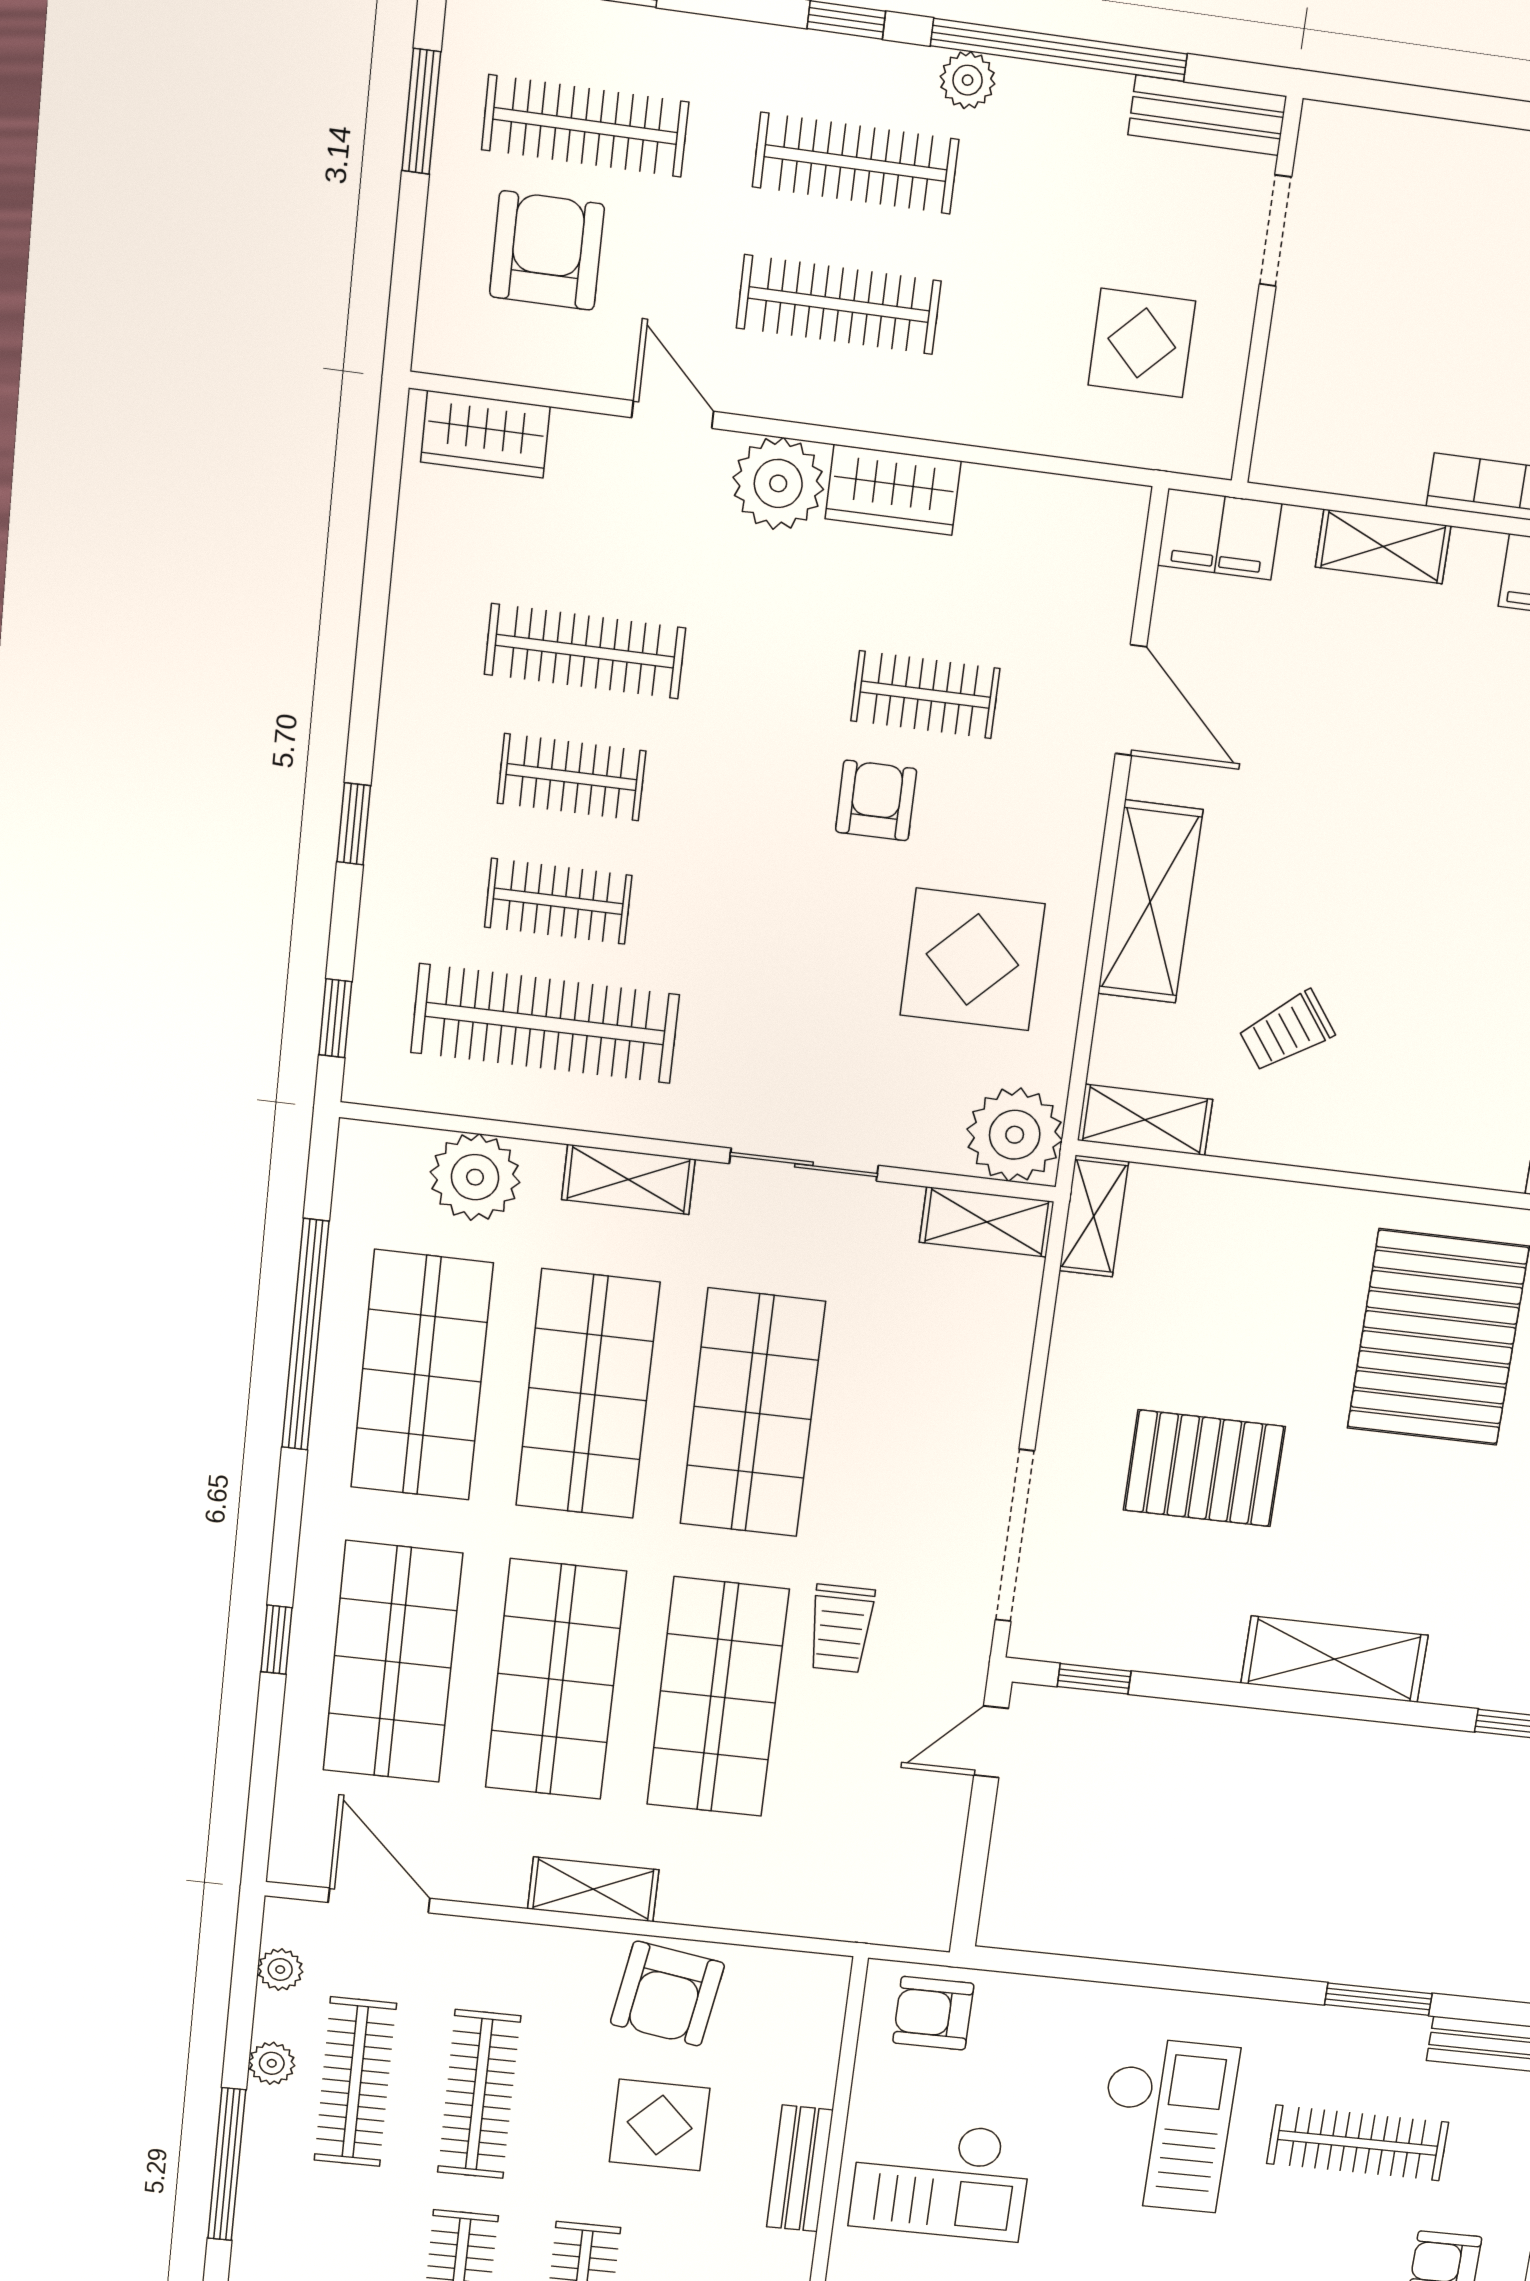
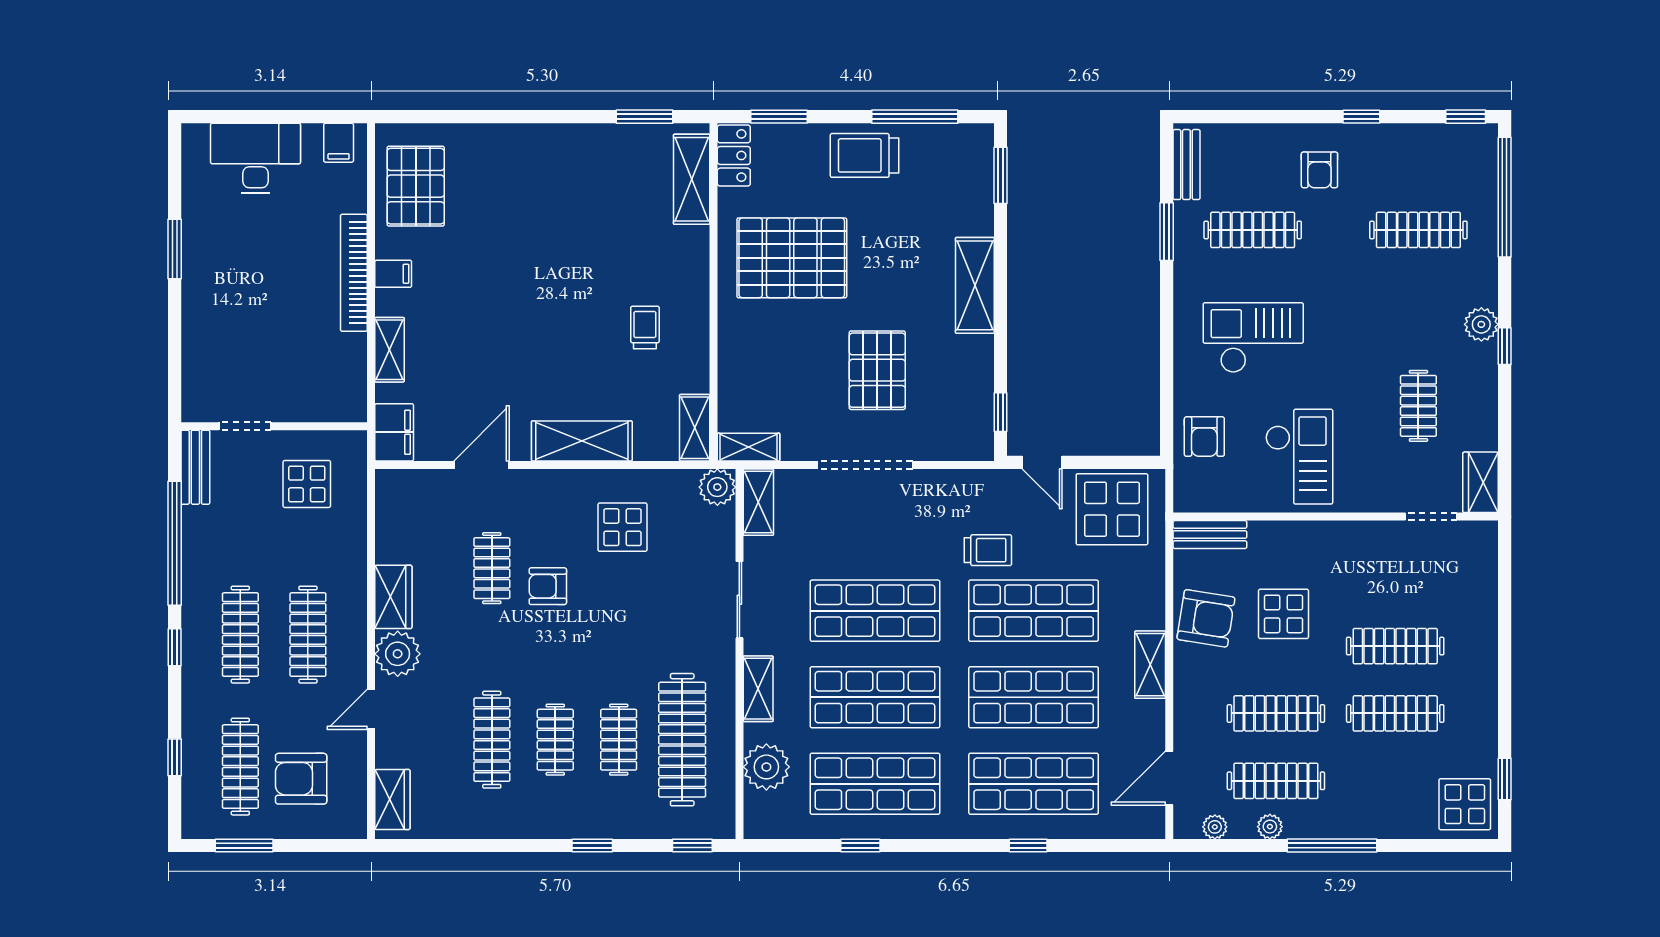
plant: (968, 80) -> (195, 585), removed
display table: (972, 960) -> (623, 527), width x0.73, depth x0.73
trolley: (1287, 1031) -> (645, 327), moved, turned -144
plant: (1015, 1135) -> (717, 487), width x0.73, depth x0.73
window: (305, 1335) -> (860, 846), width x0.32
doorway: (1015, 1536) -> (865, 465), moved
display table: (888, 1854) -> (1112, 509), added
armchair: (933, 2013) -> (1204, 437), moved
clothes rail: (1358, 2143) -> (1253, 230), turned 90
bench: (800, 2168) -> (1210, 535), moved

